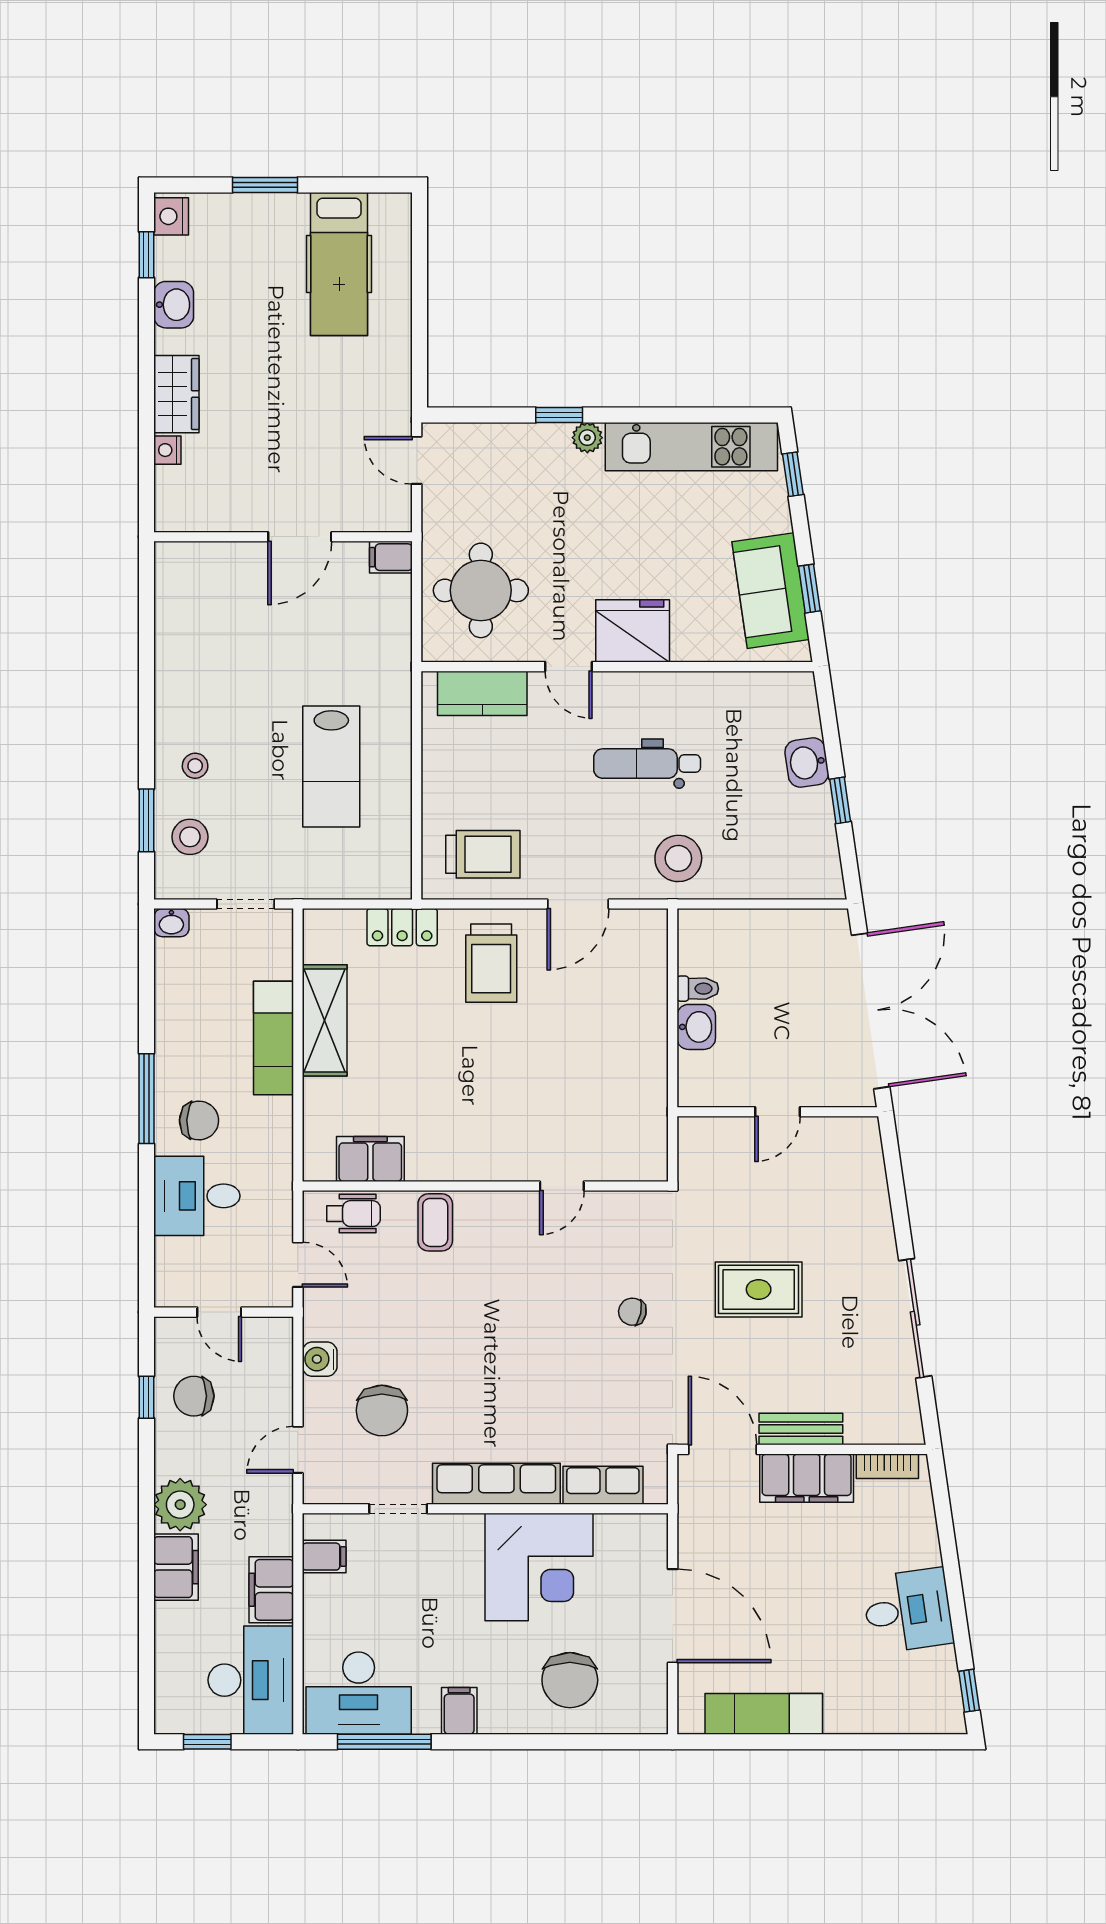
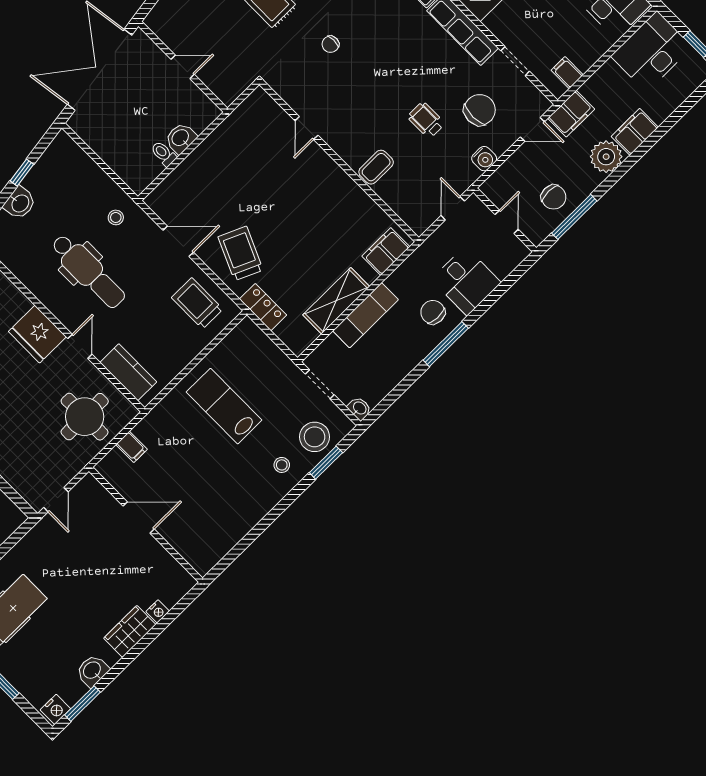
window: (146, 255) -> (83, 704), width x1.50
filing cabinet: (391, 557) -> (132, 447), moved
dental chair: (647, 764) -> (88, 271), width x1.36, depth x1.38
lab bench: (331, 766) -> (224, 406), turned -90
stool: (190, 837) -> (315, 437), width x1.38, depth x1.38
stool: (678, 858) -> (116, 217), width x0.53, depth x0.53
trolley: (491, 963) -> (241, 253), turned -66
filing cabinet: (370, 1159) -> (386, 251), moved, turned 90
door: (562, 1186) -> (306, 128), swing flipped
wheelchair: (353, 1214) -> (426, 120), moved
chair: (632, 1312) -> (330, 44), turned 78
window: (146, 1397) -> (574, 217), width x2.17
filing cabinet: (271, 1590) -> (571, 114), moved

